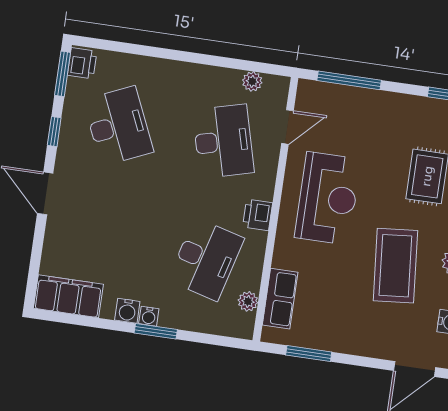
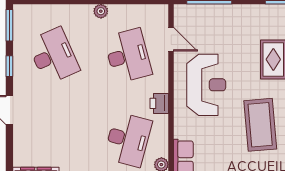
printer: (82, 63) -> (22, 16), removed
plant: (252, 81) -> (101, 11), moved
door: (287, 127) -> (171, 39), hinge flipped

